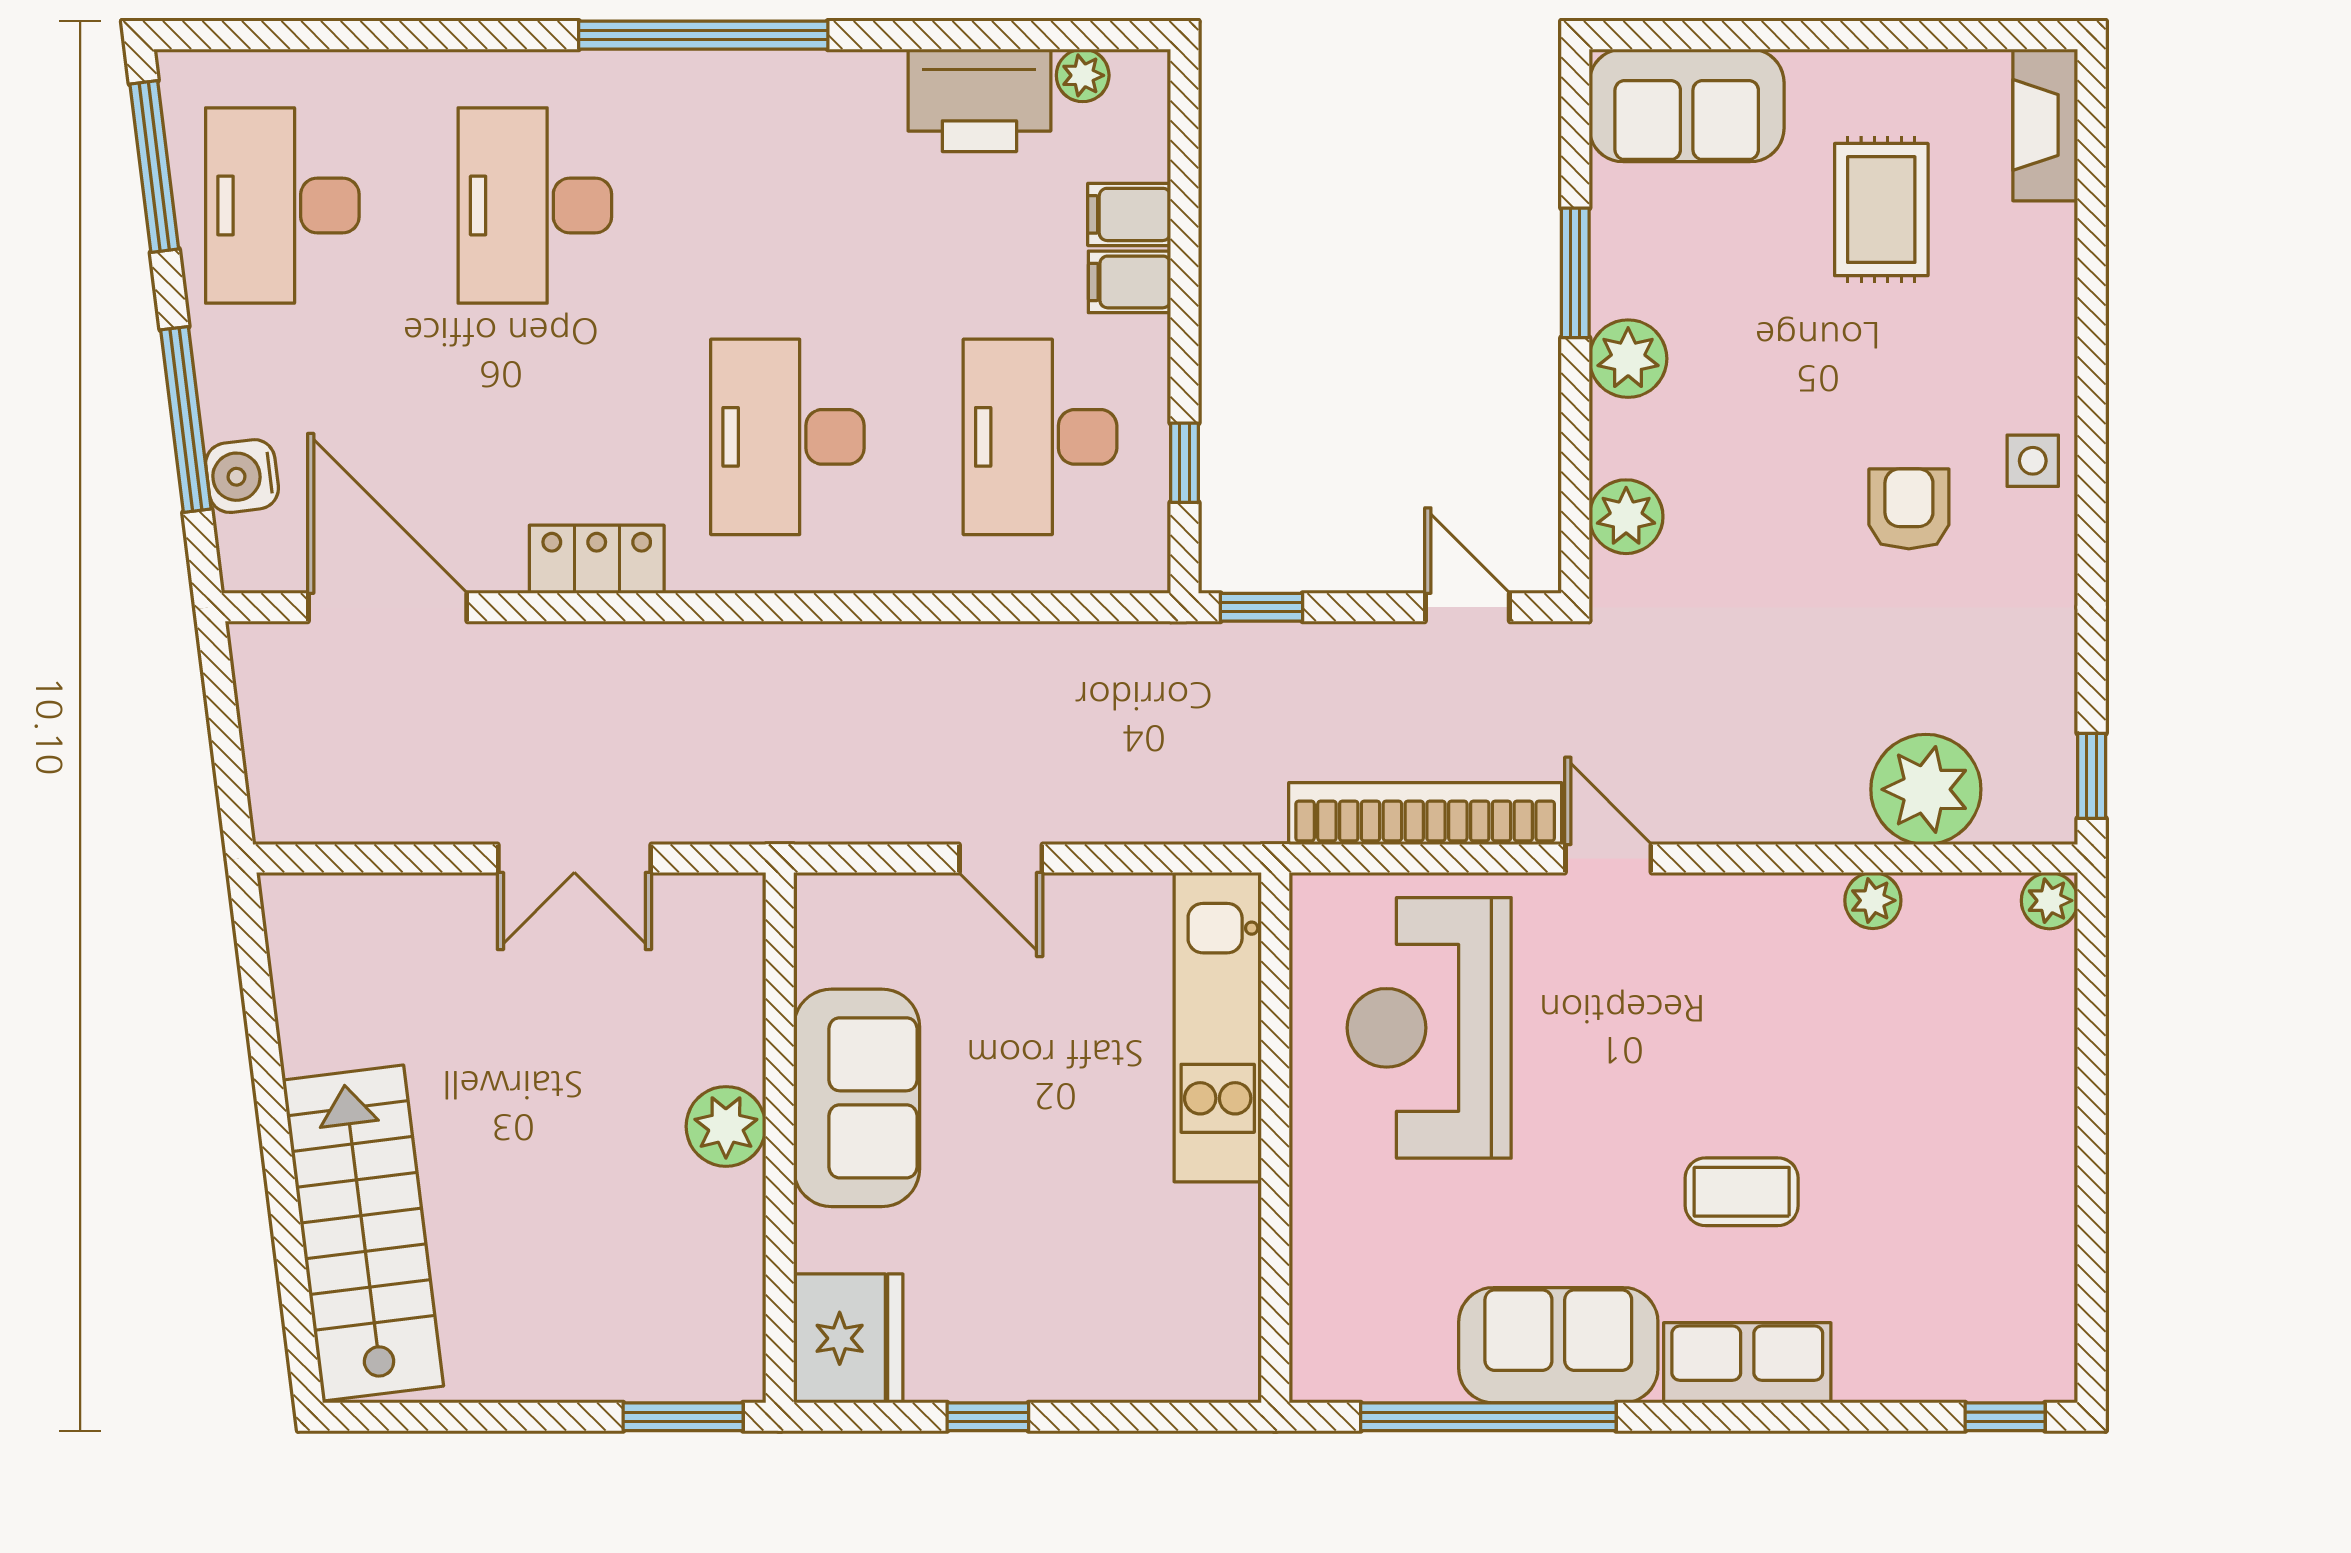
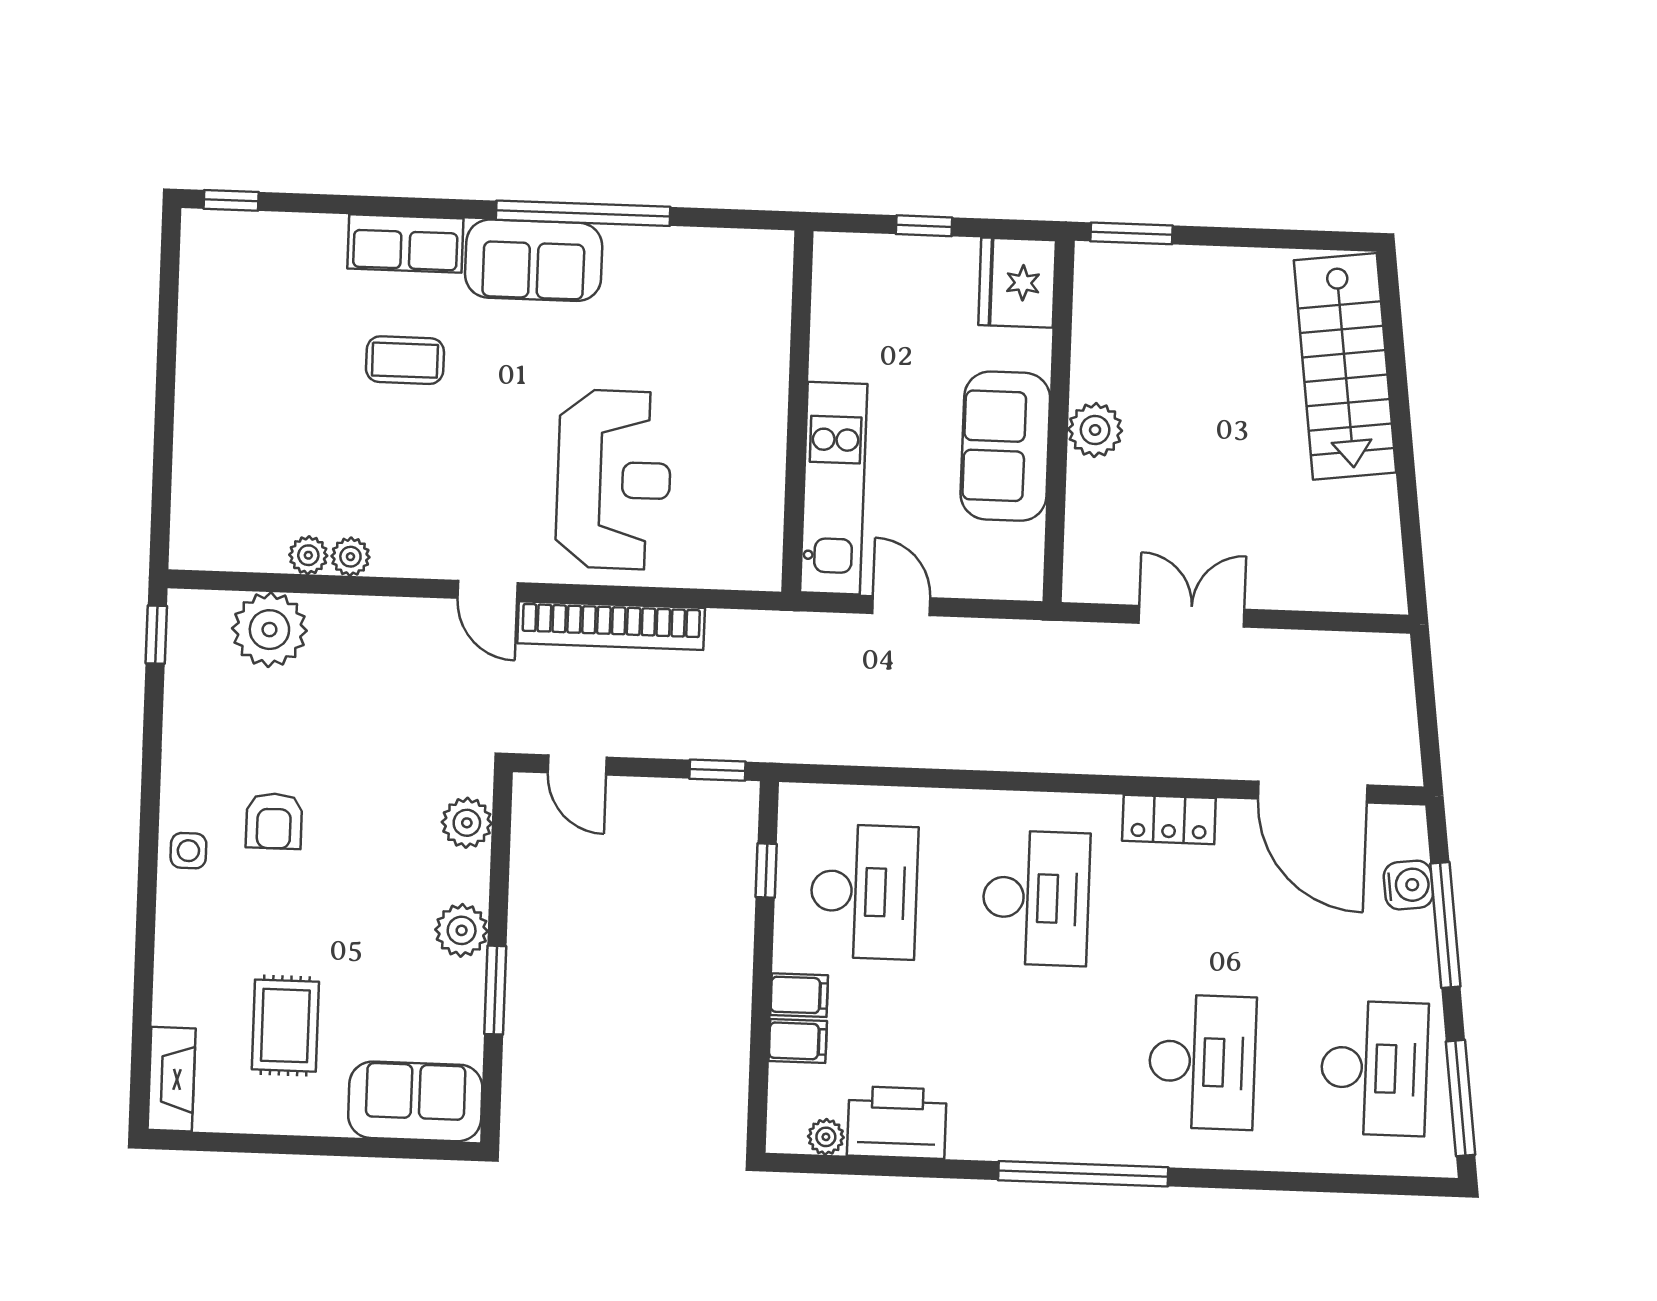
plant: (2050, 901) -> (350, 557), moved
kitchen unit: (1218, 1027) -> (834, 488), moved
wall: (1275, 1138) -> (797, 411), moved

